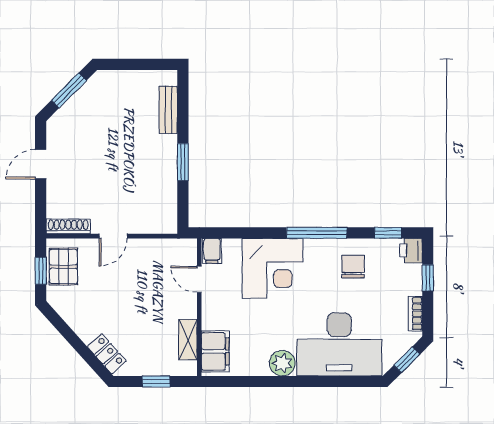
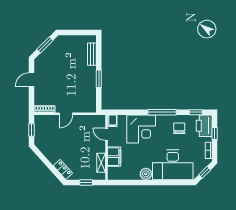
printer: (411, 251) -> (204, 126), width x1.87, depth x1.48
pallet: (63, 267) -> (42, 128), removed
filing cabinet: (215, 351) -> (114, 157), moved

